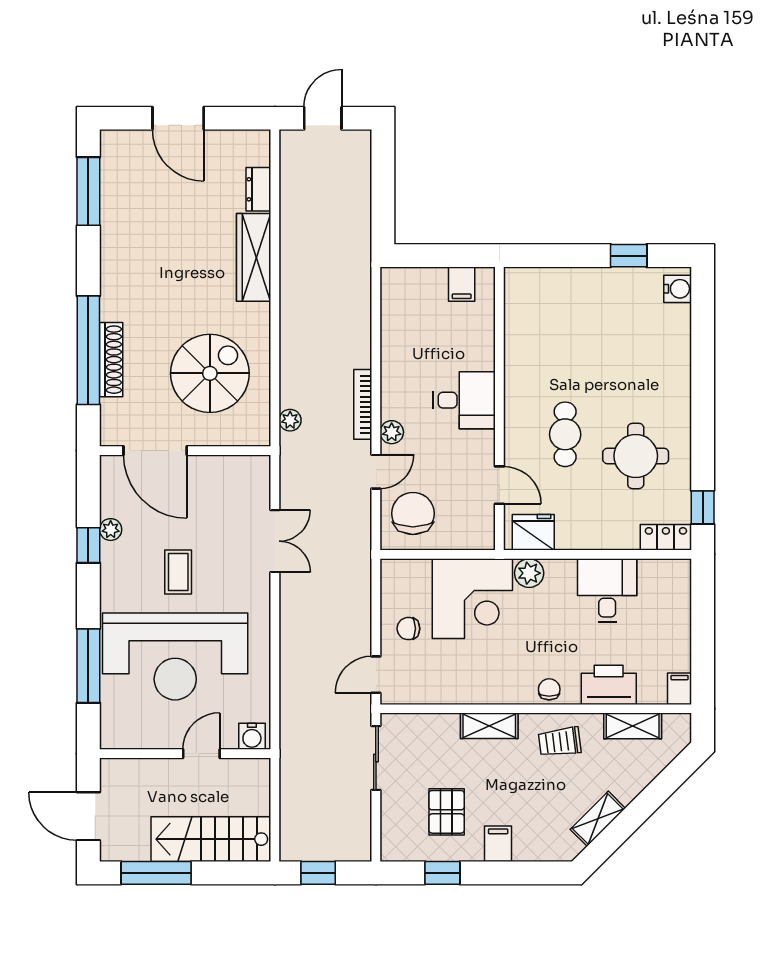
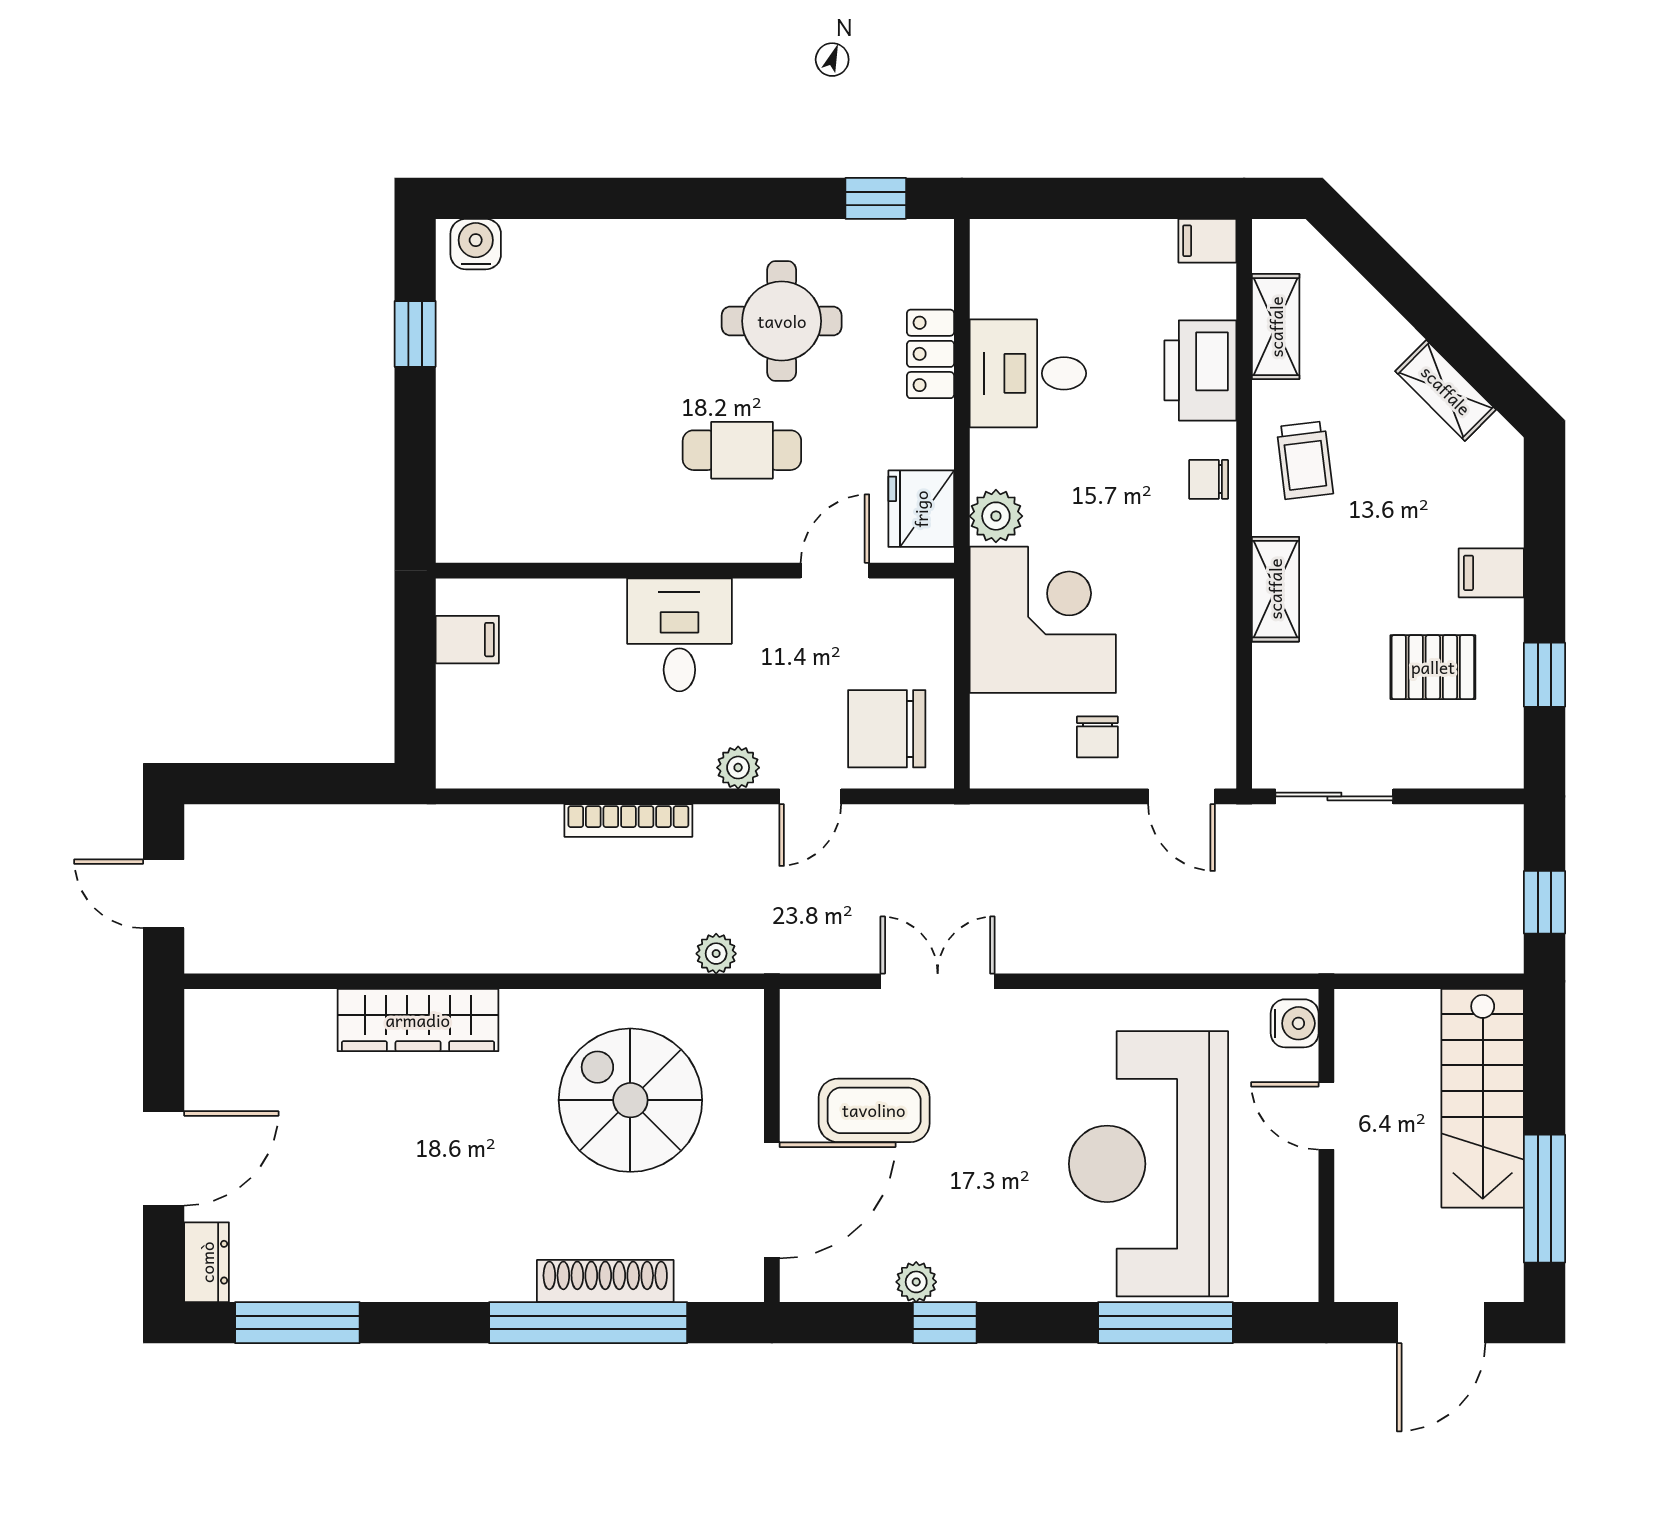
dresser: (258, 189) -> (207, 1262), moved, turned -90
bookcase: (363, 404) -> (628, 821), moved
door: (376, 472) -> (810, 796), swing flipped
locker: (666, 537) -> (930, 354), moved
coffee table: (178, 572) -> (874, 1110), moved, width x1.36, depth x1.30
reception desk: (175, 656) -> (1148, 1164), turned 180

